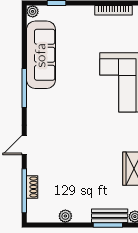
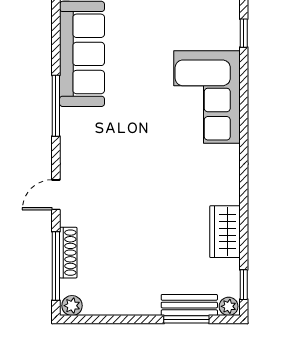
shoe rack: (32, 187) -> (68, 253), width x1.43
plant: (65, 216) -> (72, 306), moved

